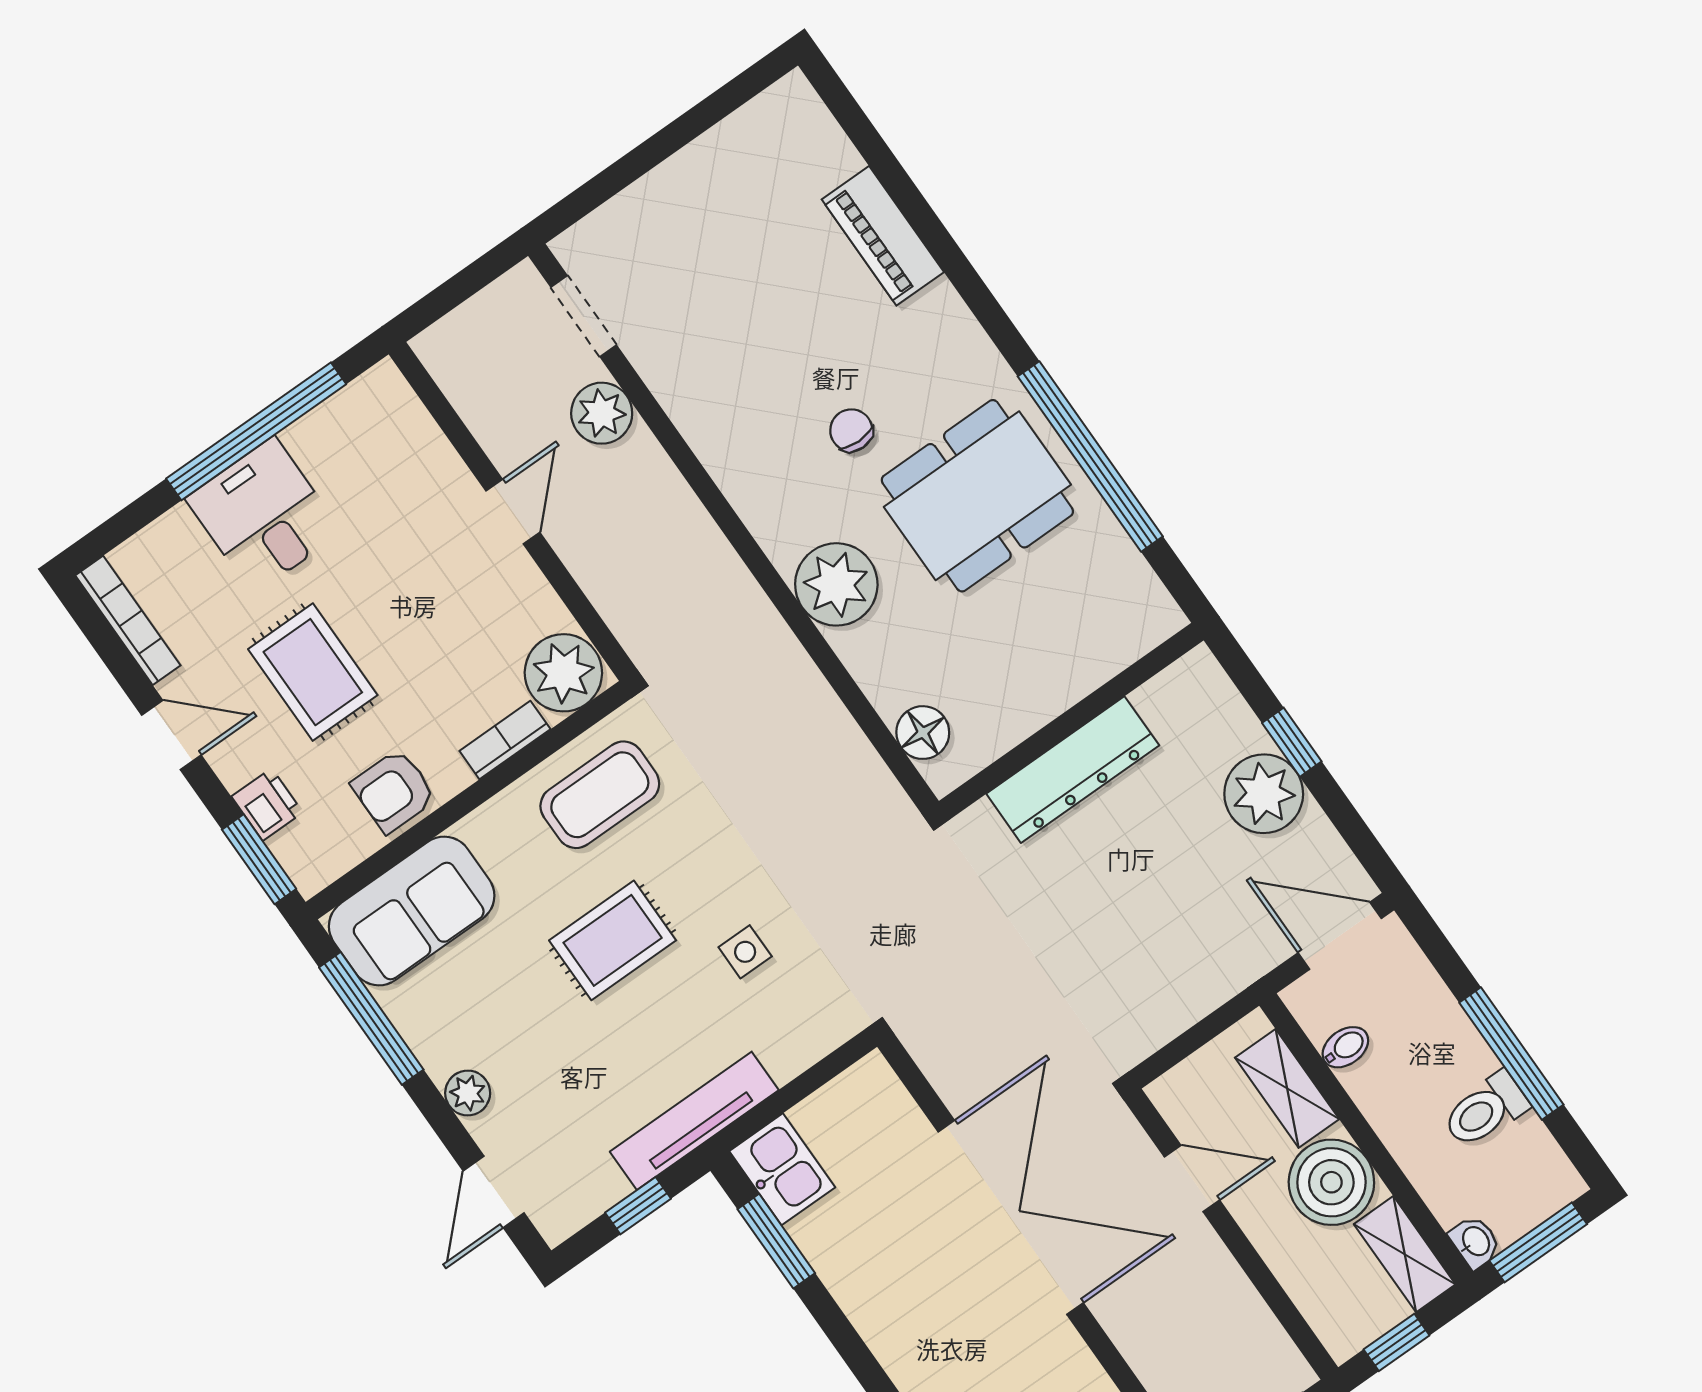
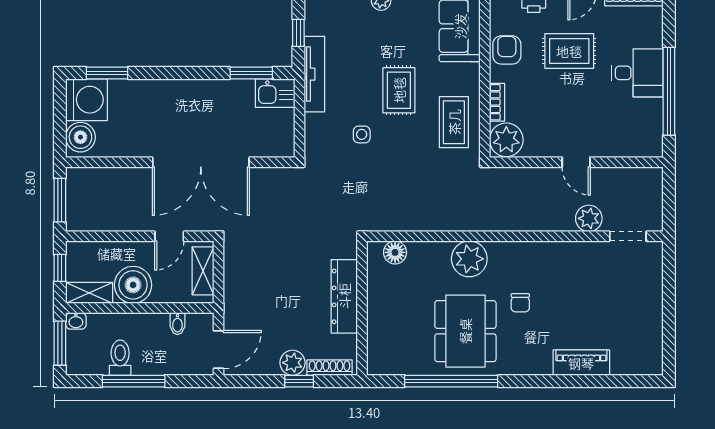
chair: (851, 430) -> (520, 303), turned 90
shoe rack: (1226, 703) -> (330, 368), added
plant: (1264, 794) -> (292, 363), width x0.73, depth x0.73
shelving: (1287, 1088) -> (203, 271), moved, turned 90

